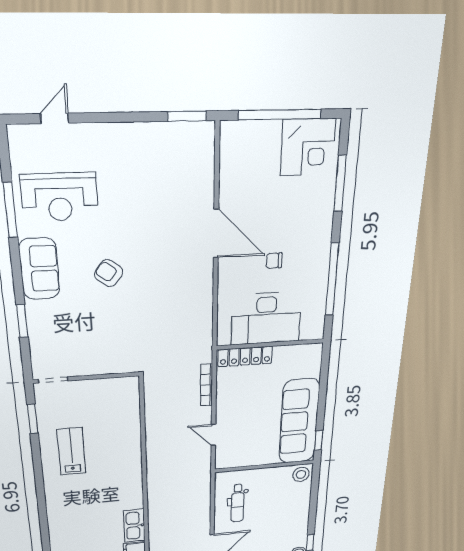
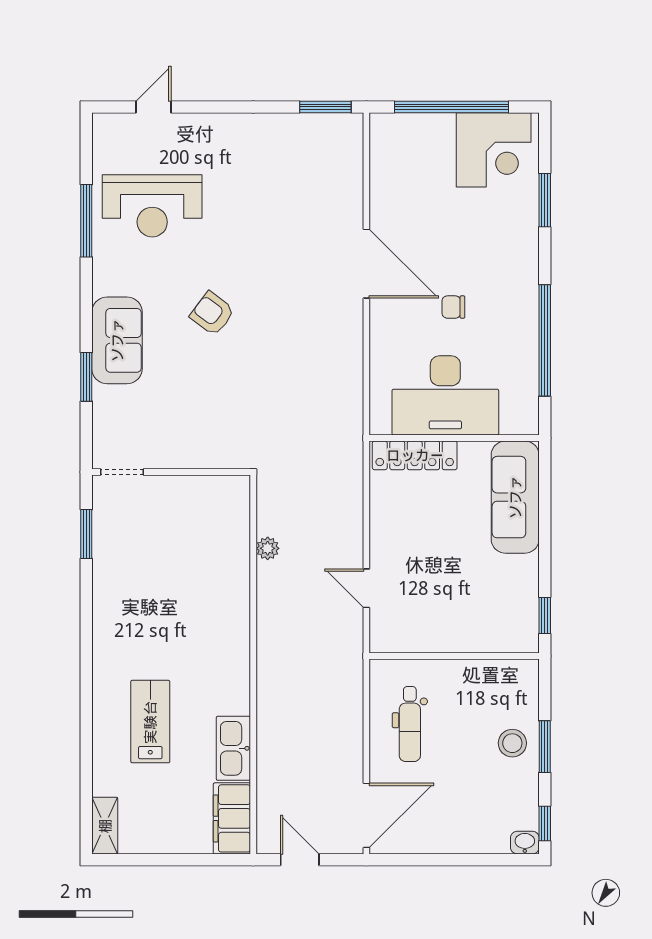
window: (340, 184) -> (545, 200), width x0.69
sofa: (39, 269) -> (117, 340), moved
bookcase: (206, 385) -> (354, 499), removed
plant: (152, 418) -> (268, 548), added
sofa: (299, 421) -> (515, 497), moved, width x0.74, depth x0.79
lab bench: (71, 451) -> (150, 722), moved
stool: (301, 474) -> (512, 743), moved
window: (313, 506) -> (545, 747), added

